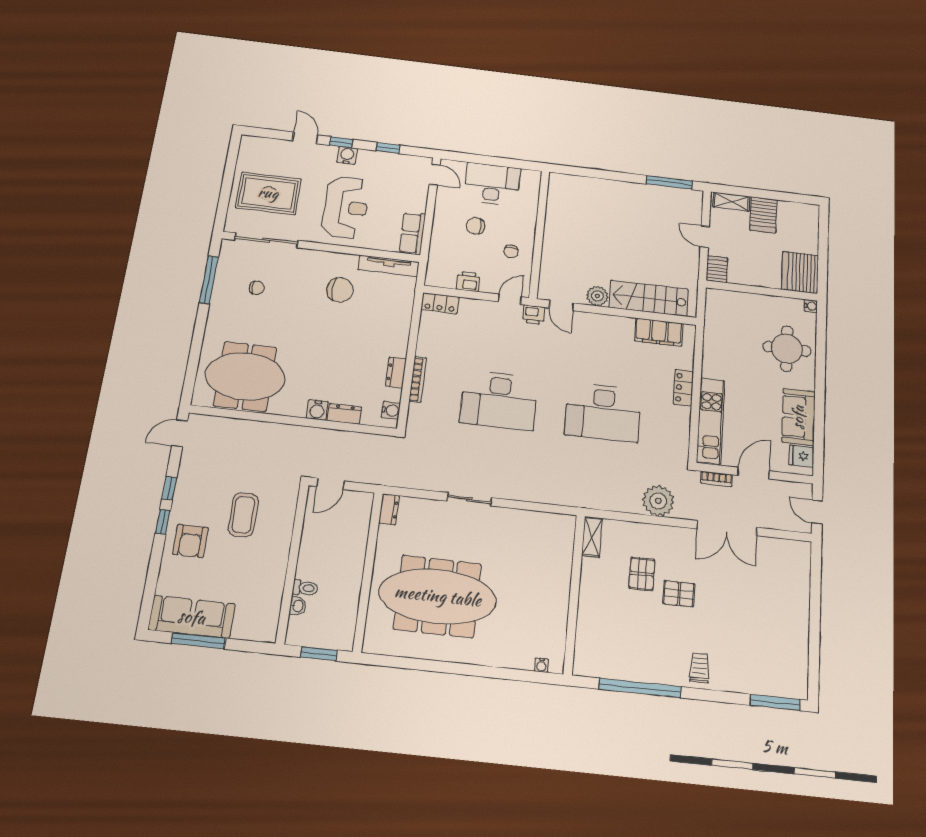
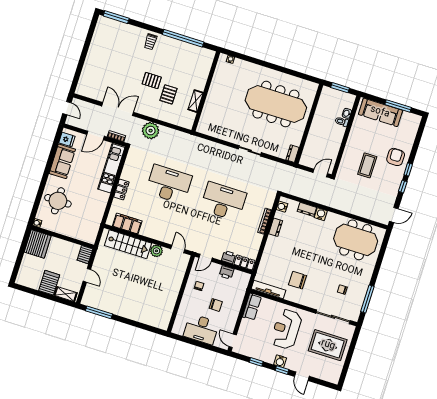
printer: (534, 315) -> (228, 257), moved
shelving: (592, 537) -> (196, 101), moved
sofa: (192, 617) -> (380, 112), moved

